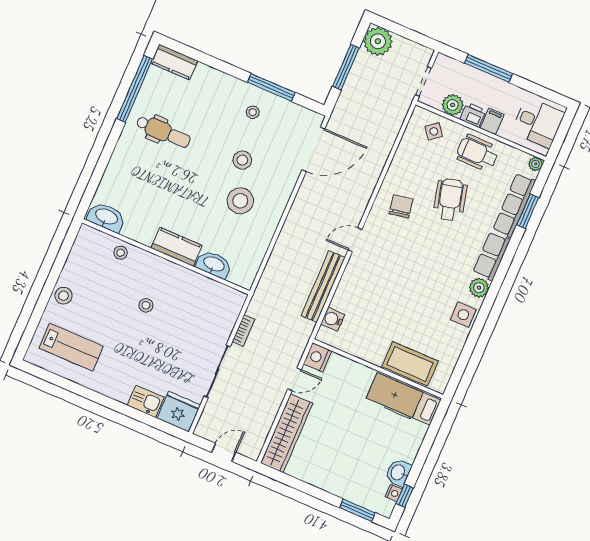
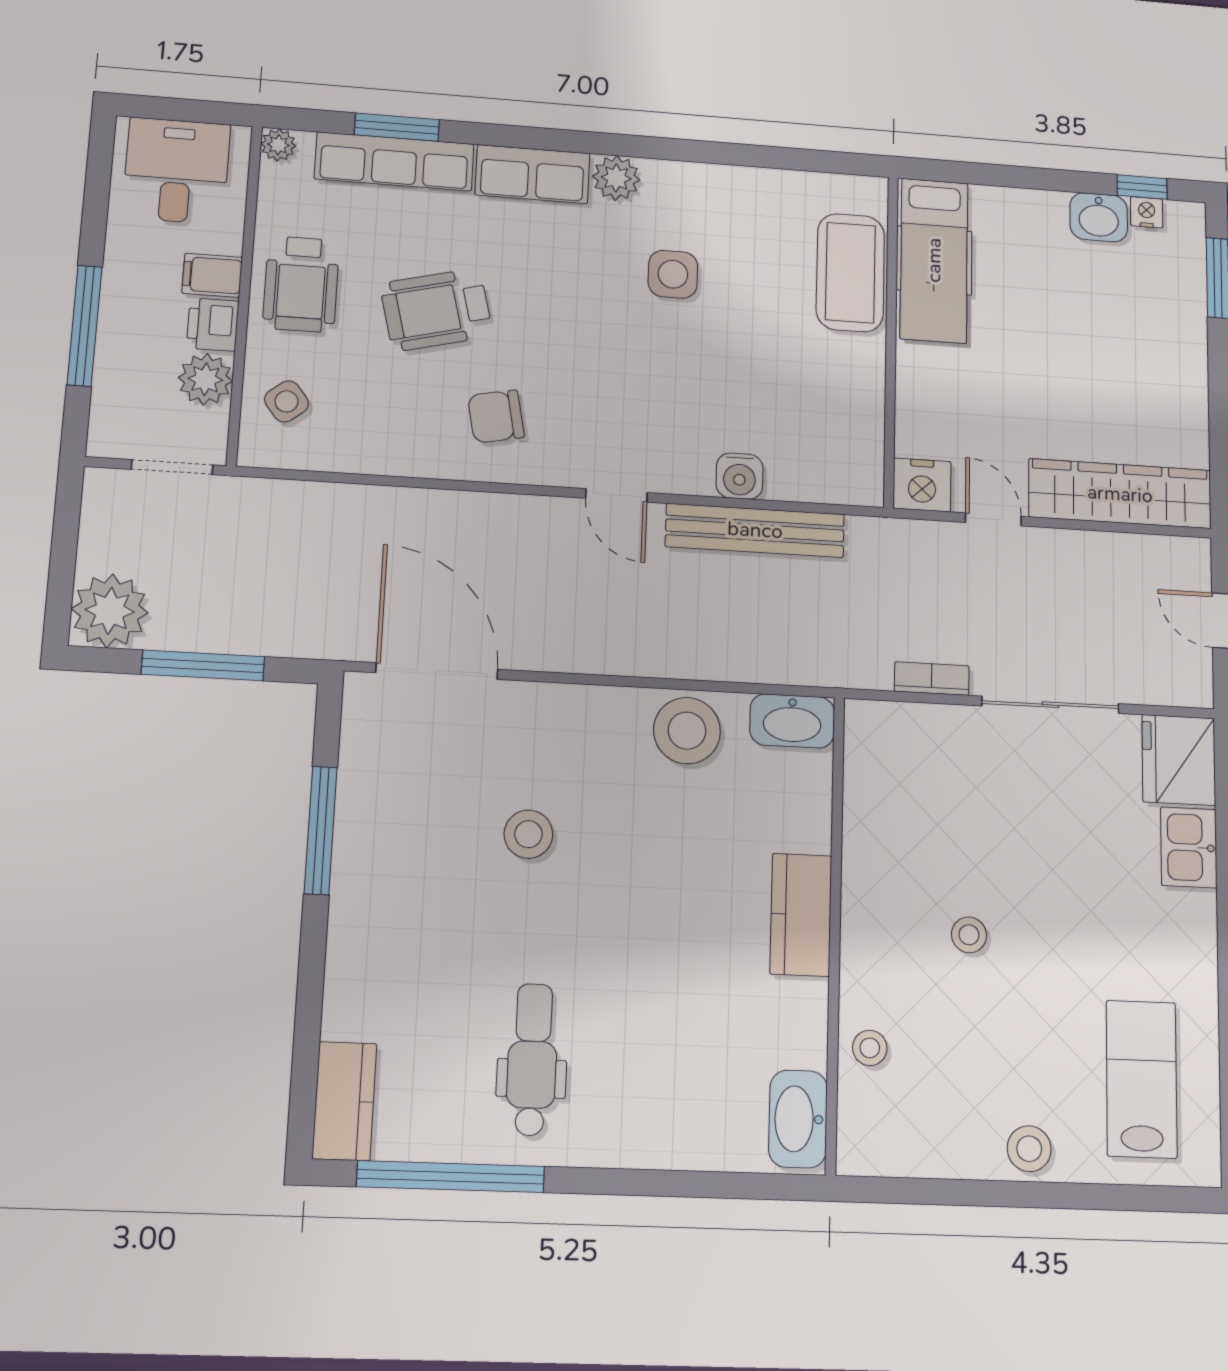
stool: (253, 112) -> (400, 853), removed
stool: (240, 201) -> (687, 731), moved
washbasin: (214, 264) -> (792, 721), moved, turned -90
side table: (463, 315) -> (673, 274), moved
water cooler: (333, 319) -> (740, 476), moved

